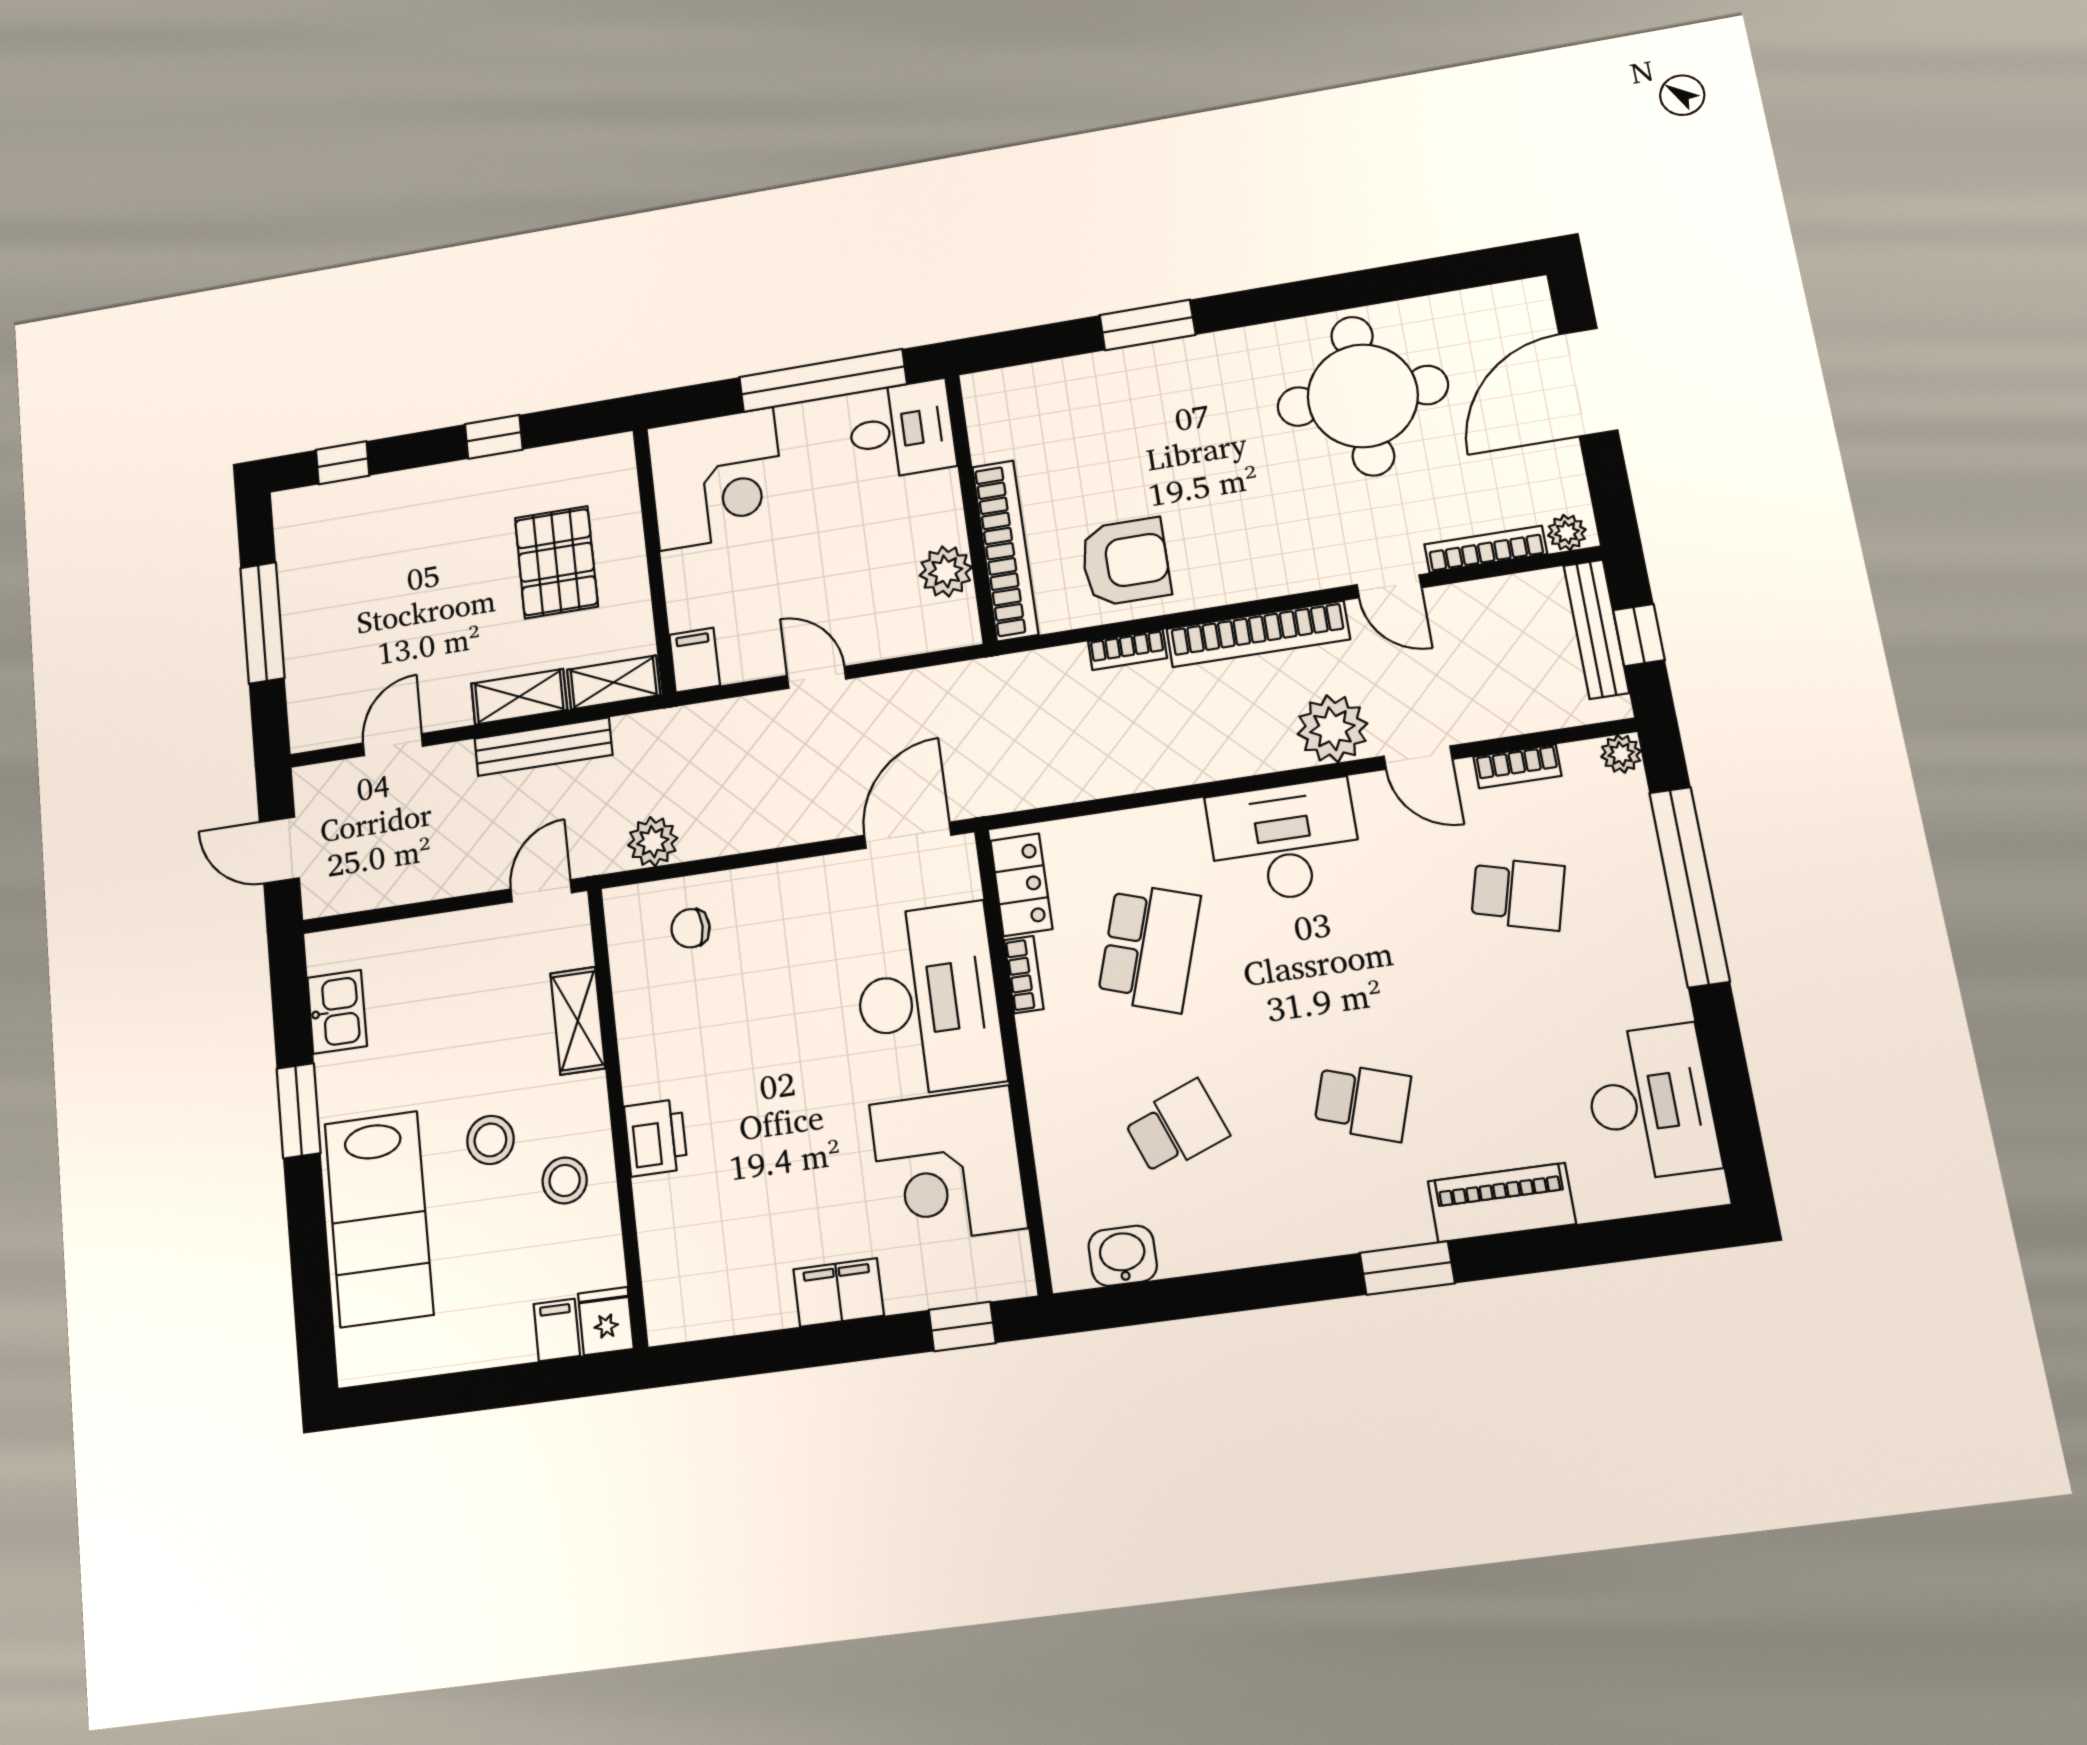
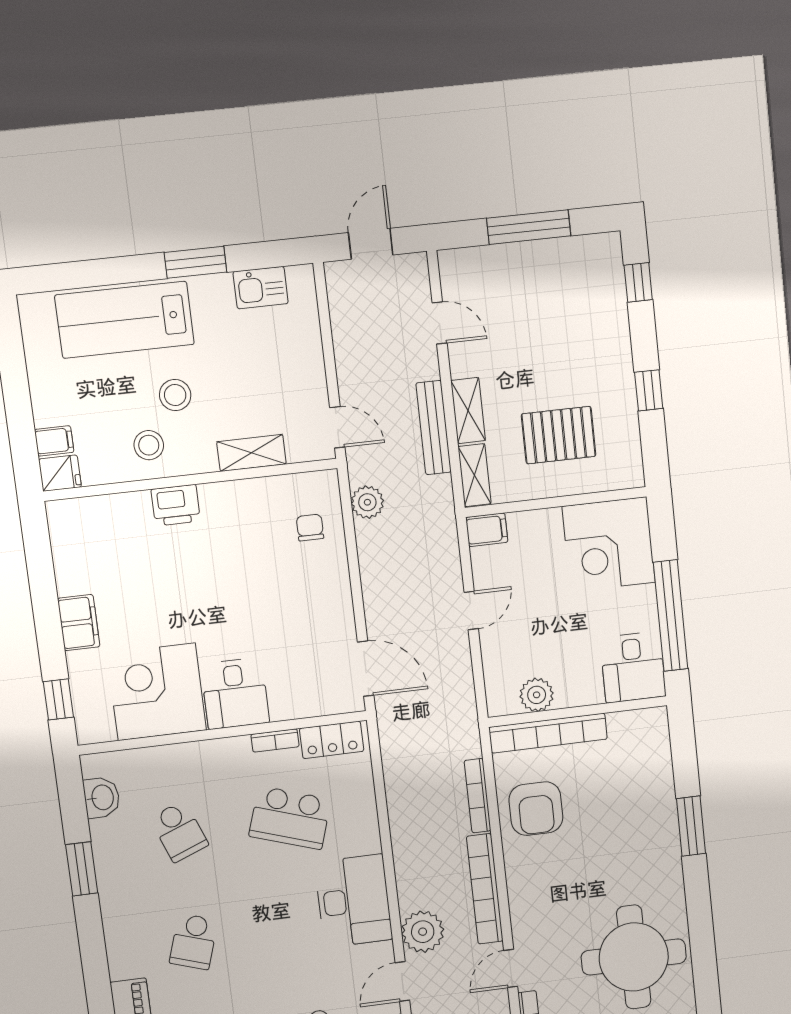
bookcase: (1128, 650) -> (478, 796), width x1.56
desk: (928, 1000) -> (235, 693), width x0.53, depth x0.77
window: (1407, 1268) -> (82, 869), moved

